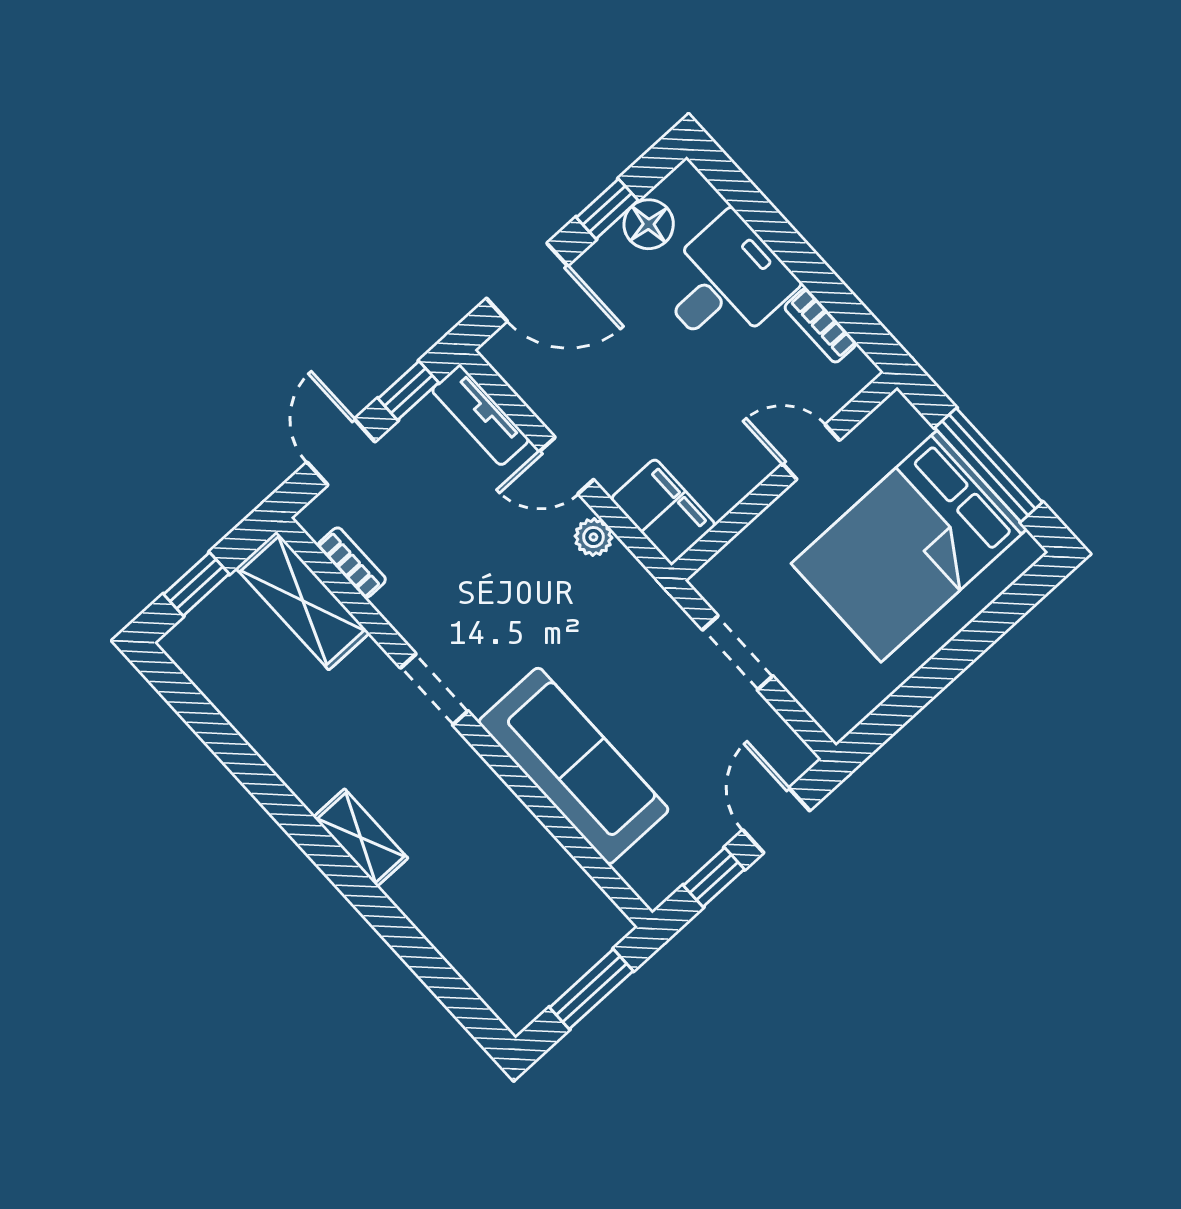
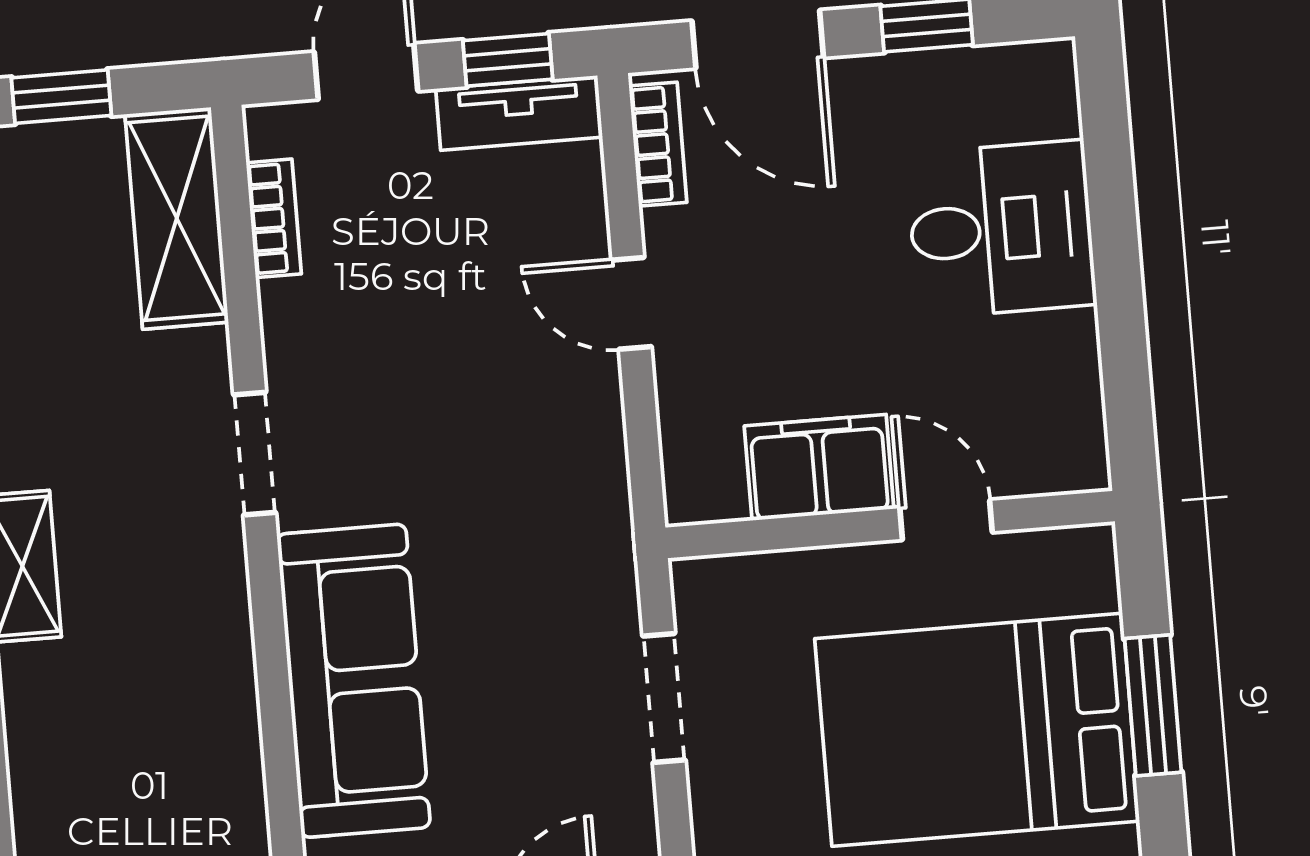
floor lamp: (649, 224) -> (963, 84), removed
bookcase: (820, 325) -> (658, 144), moved, turned 180
tv unit: (480, 415) -> (519, 113), moved, turned -90
window: (989, 465) -> (1153, 705), width x0.69
filing cabinet: (663, 512) -> (819, 467), moved, turned -90
plant: (593, 537) -> (596, 417), removed

